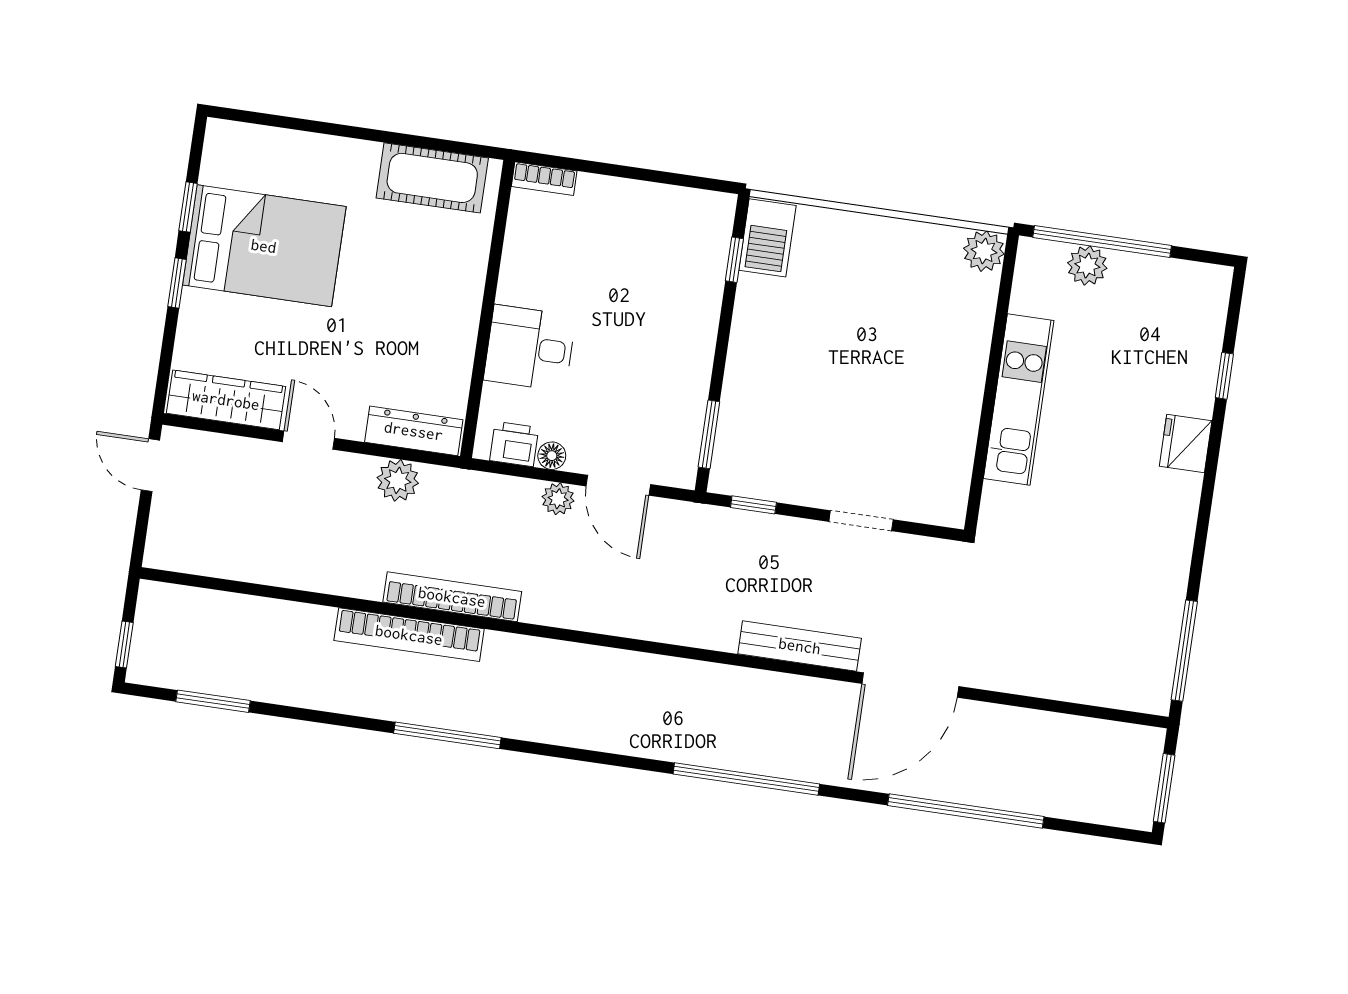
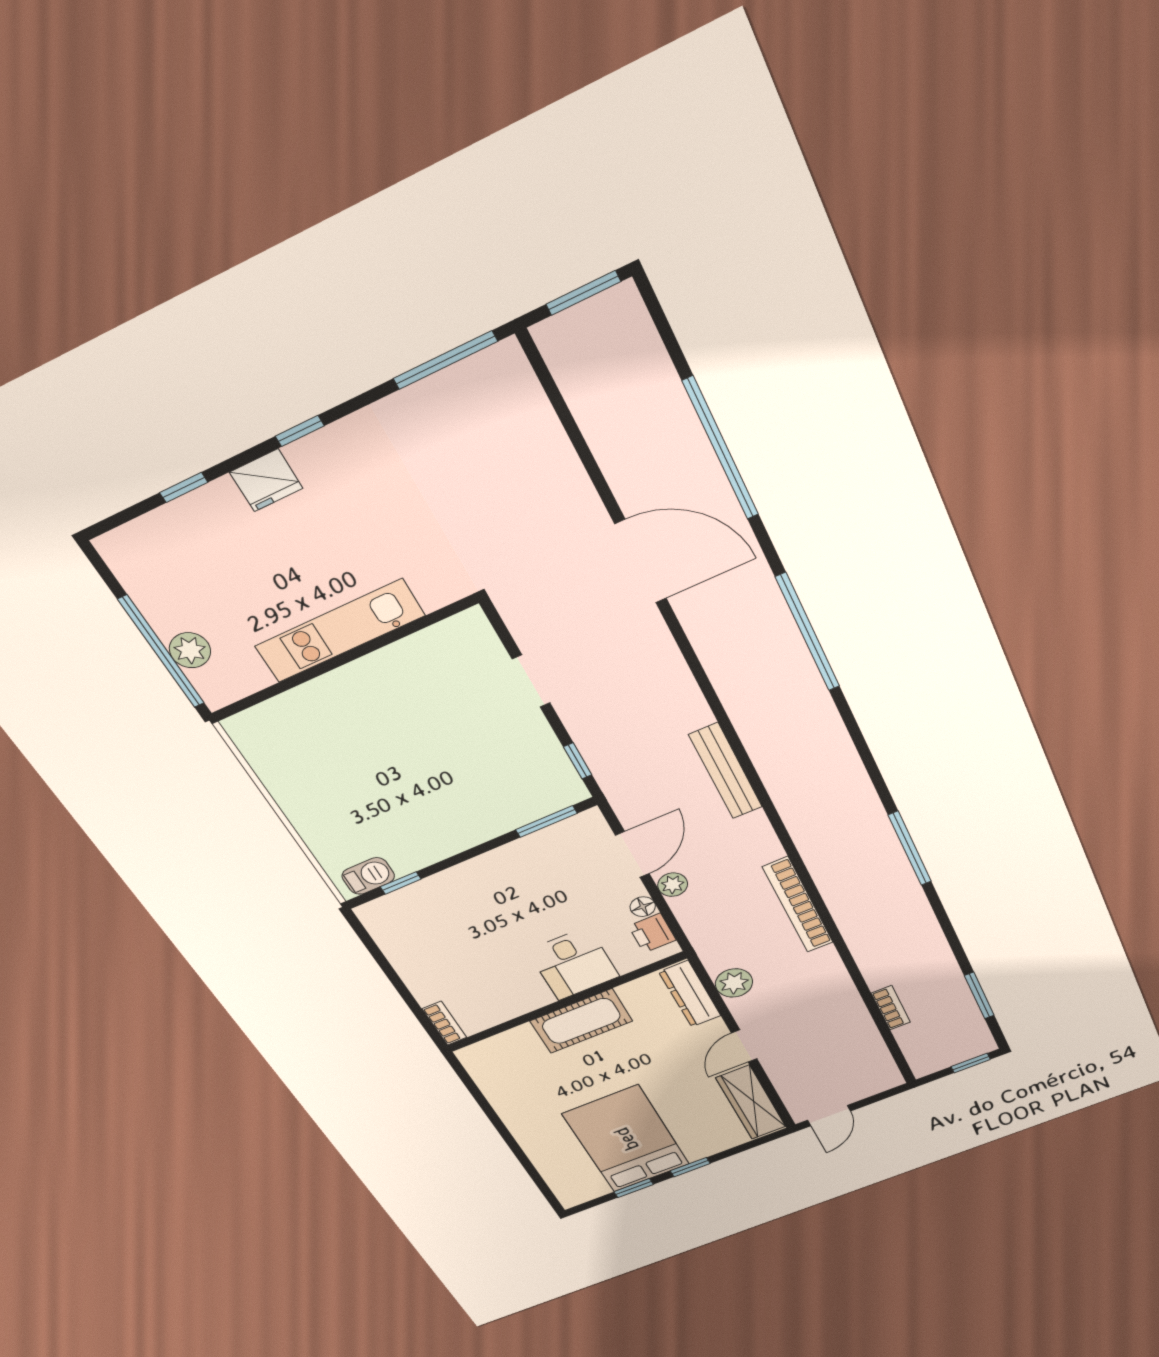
cot: (432, 178) -> (581, 1021), moved, turned 90
barbecue: (767, 238) -> (368, 876), width x0.73, depth x0.79
plant: (984, 251) -> (246, 729), removed
window: (1206, 500) -> (300, 431), added
bookcase: (409, 635) -> (891, 1008), moved, width x0.43, depth x0.76
bench: (800, 646) -> (726, 771), moved

